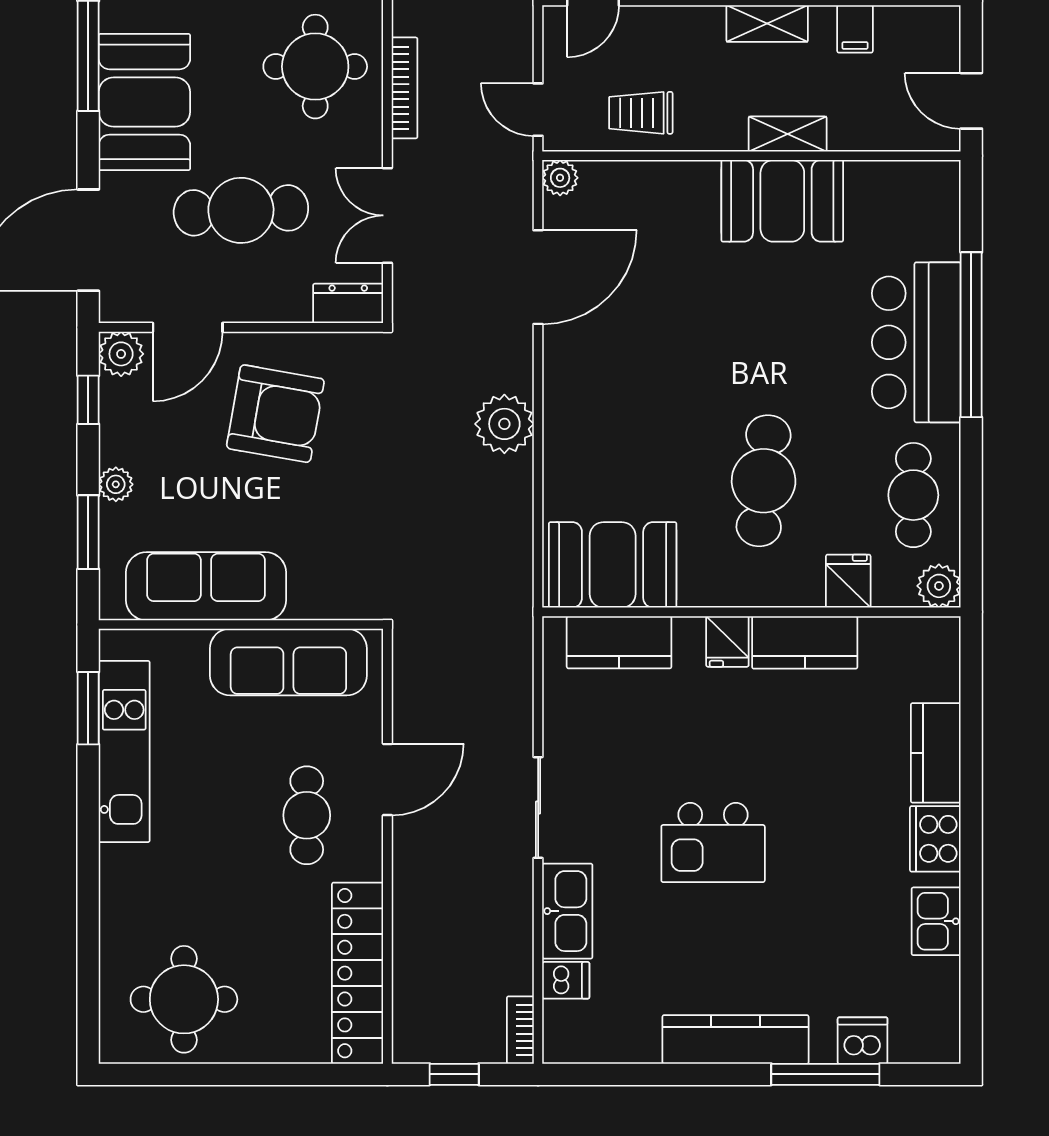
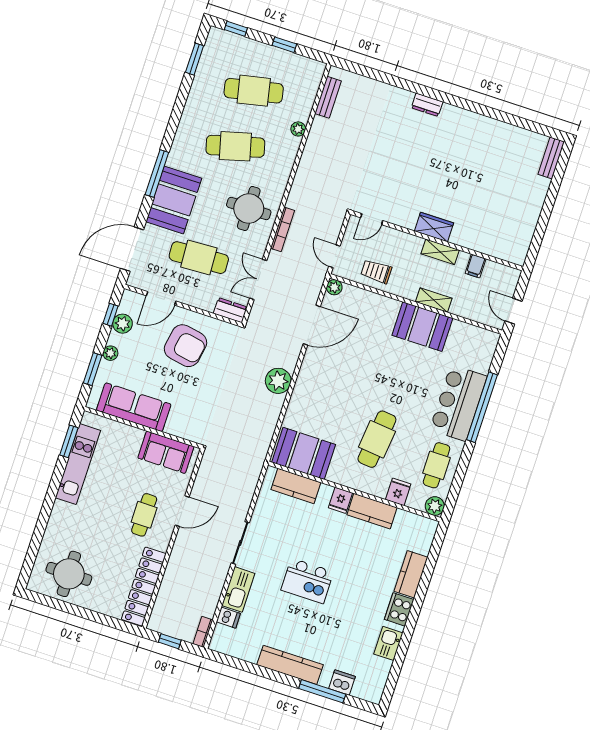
plant: (121, 354) -> (123, 324), moved
sofa: (288, 662) -> (166, 452), width x0.73

